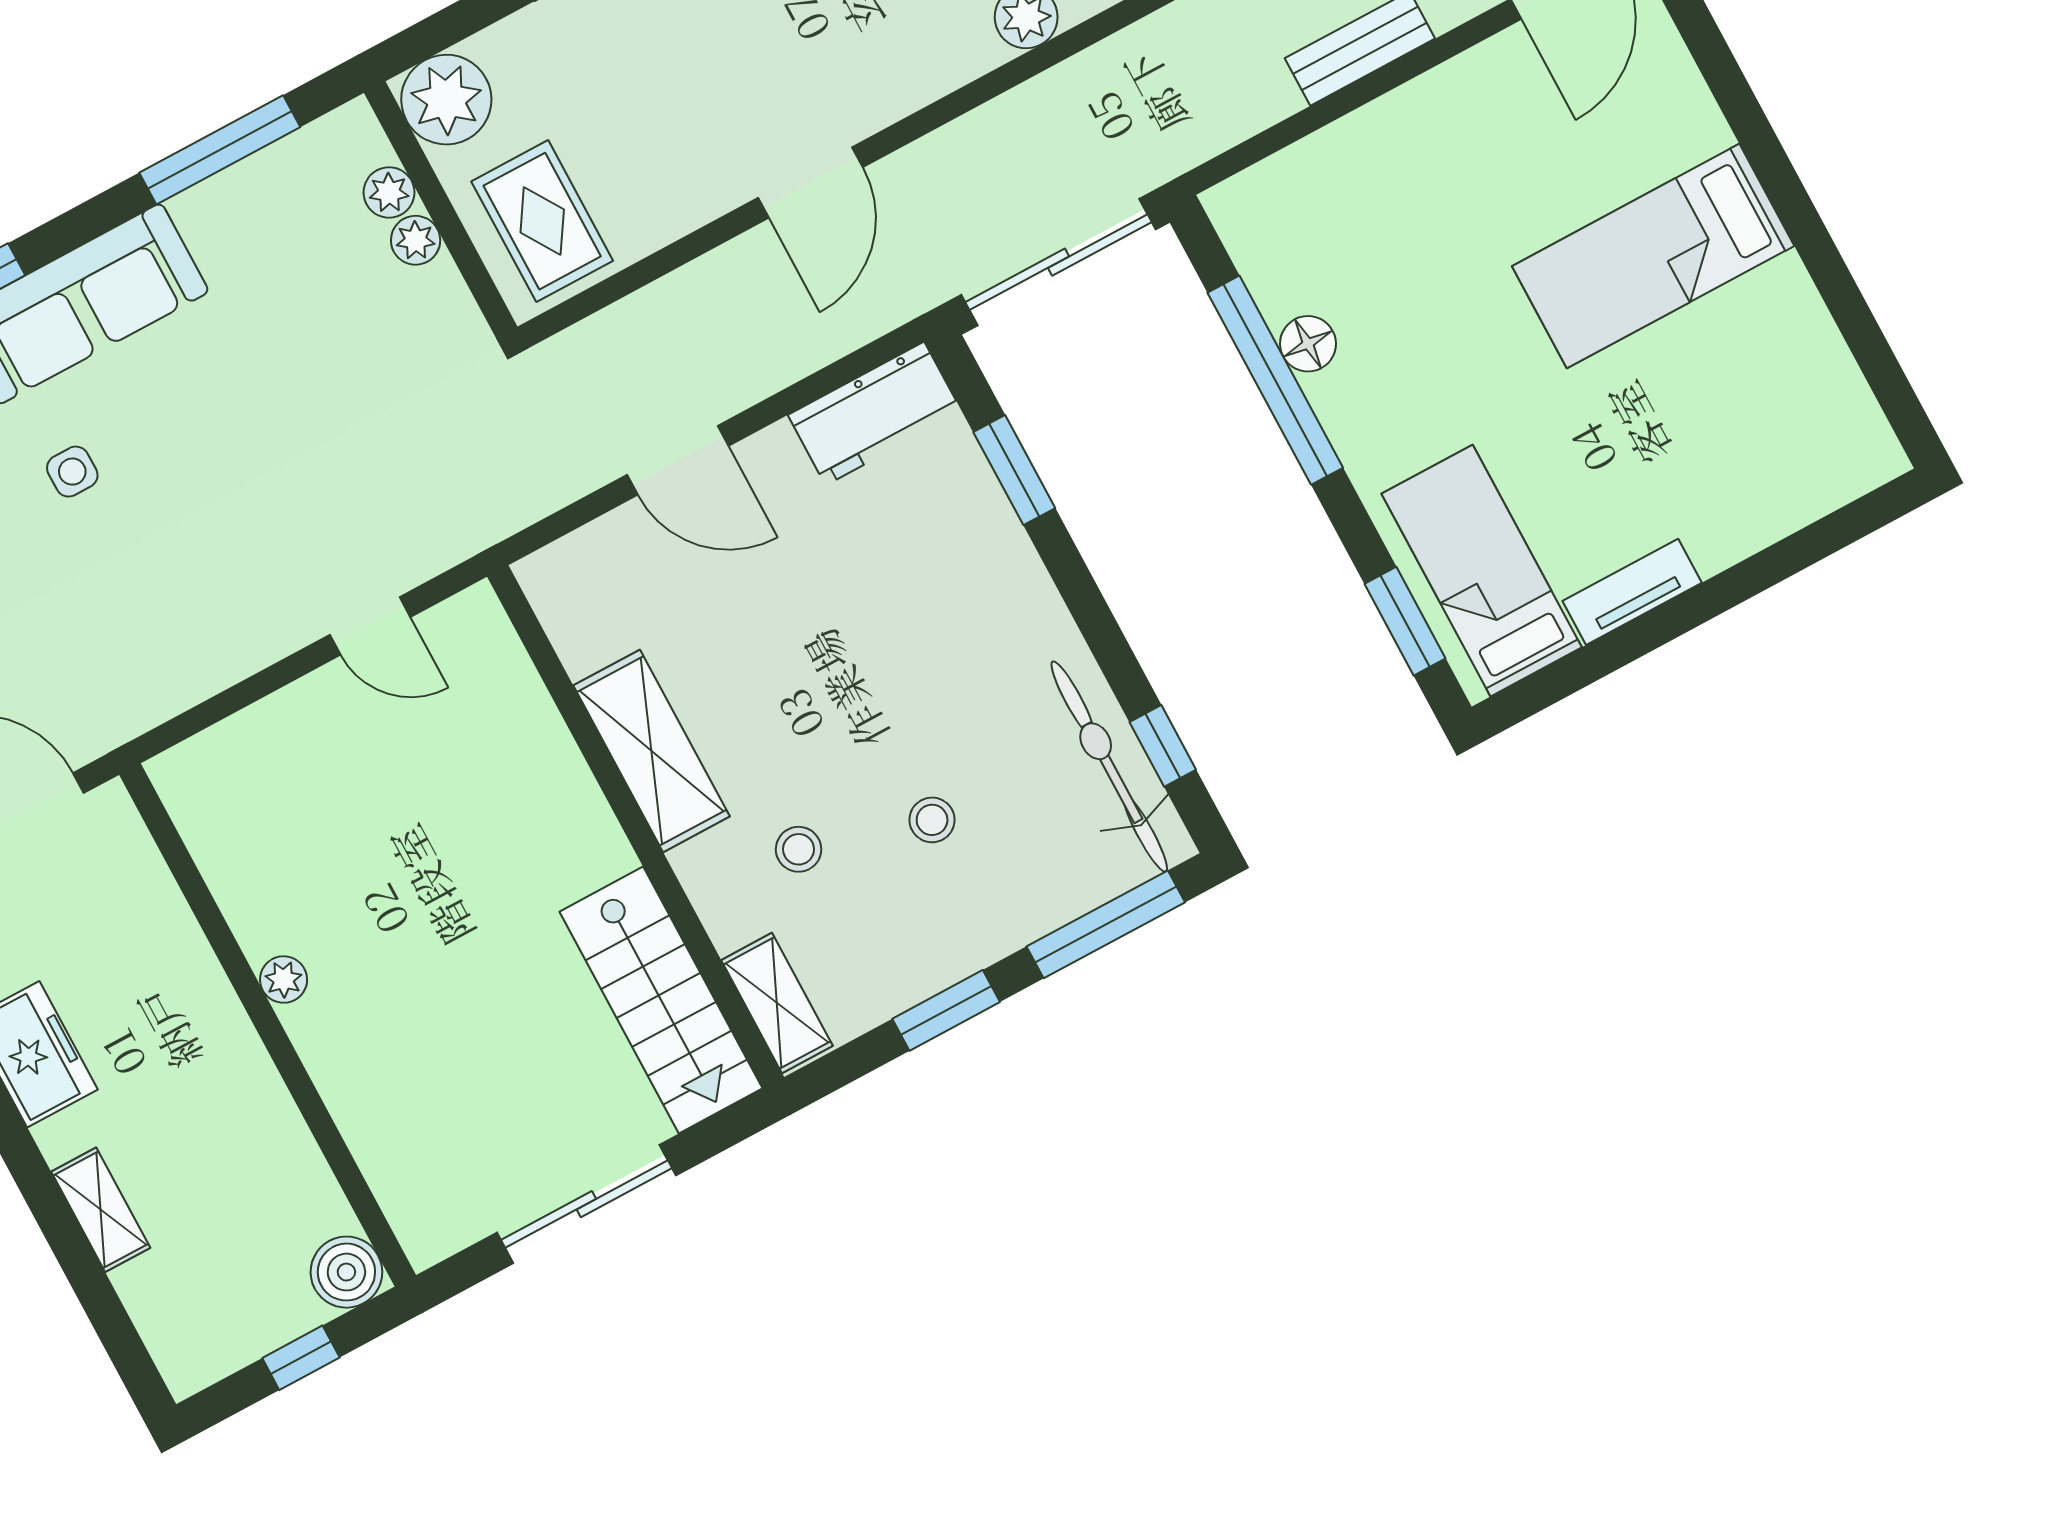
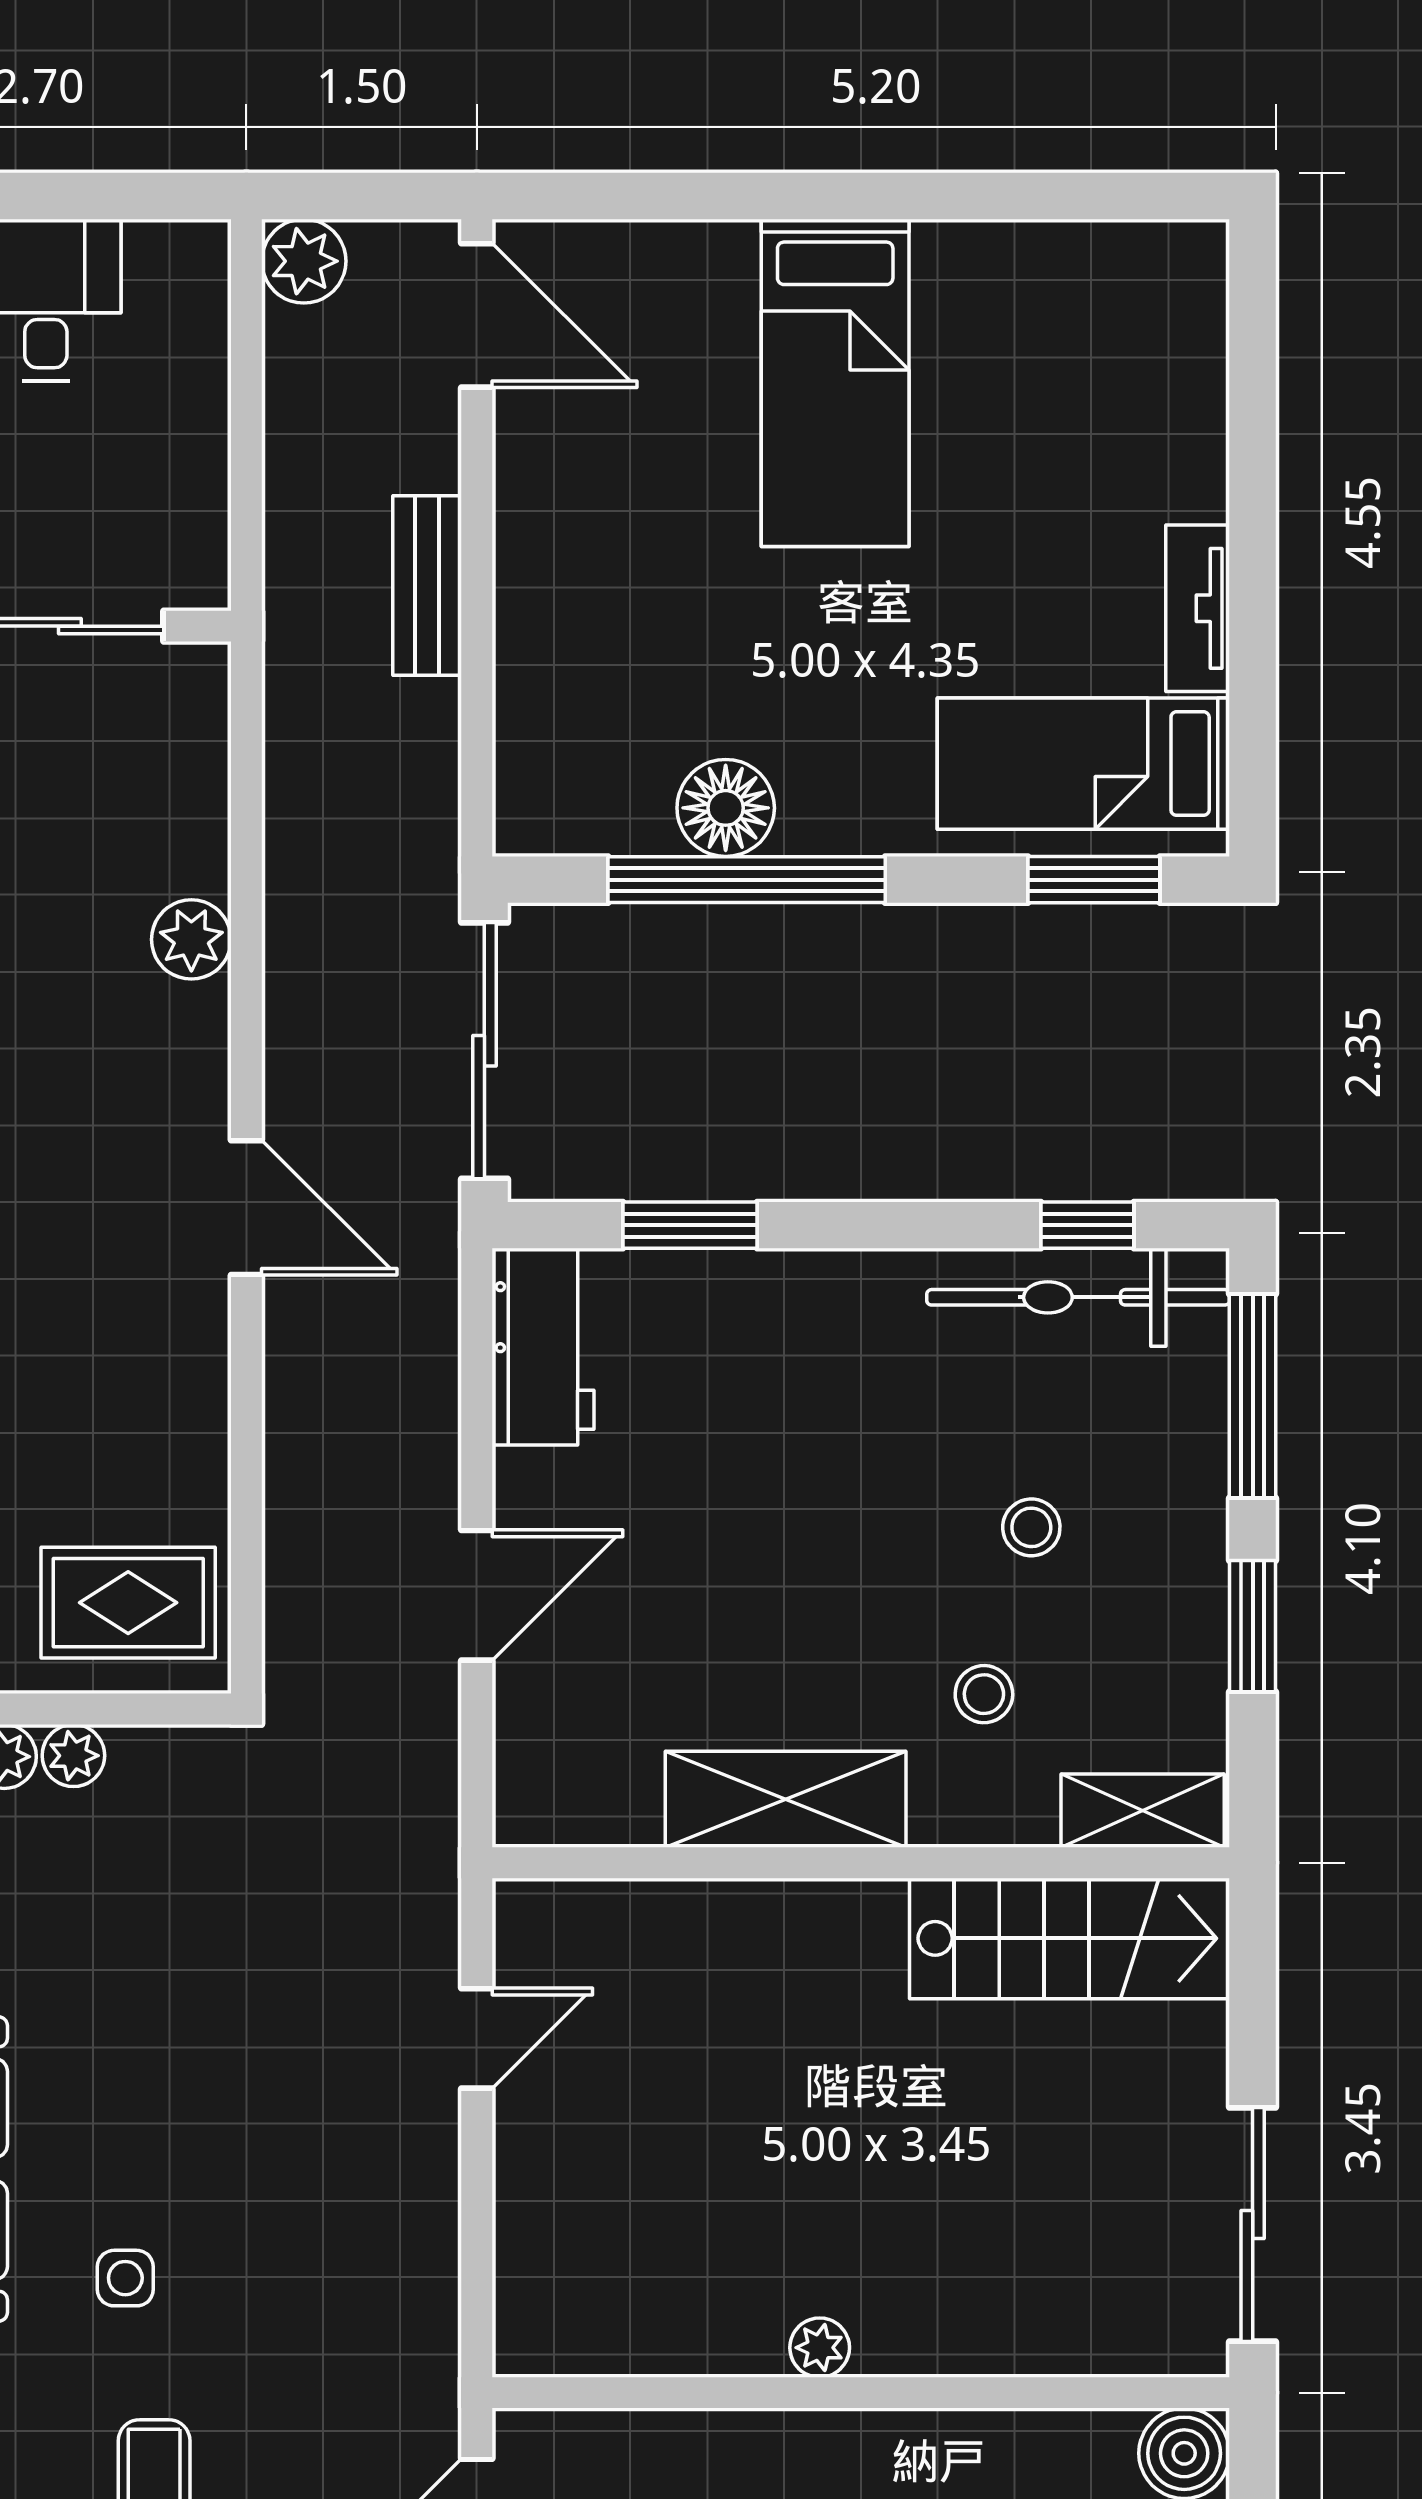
door: (810, 183) -> (246, 1208), moved
floor lamp: (1308, 344) -> (726, 808), width x1.38, depth x1.38
sliding door: (586, 1204) -> (1253, 2225), moved

